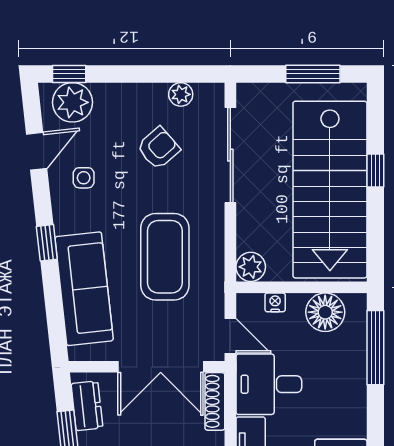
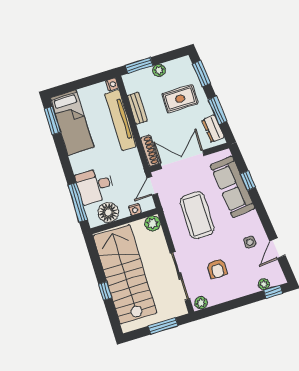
window: (313, 74) -> (163, 326), moved
plant: (181, 94) -> (201, 303), moved
plant: (72, 102) -> (264, 284), width x0.53, depth x0.53
armchair: (158, 148) -> (217, 269), turned -49
window: (47, 243) -> (248, 181), moved
door: (230, 336) -> (152, 186), hinge flipped
desk: (269, 384) -> (95, 186), moved, turned 180

